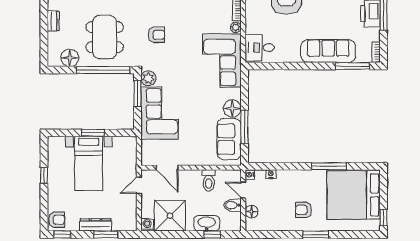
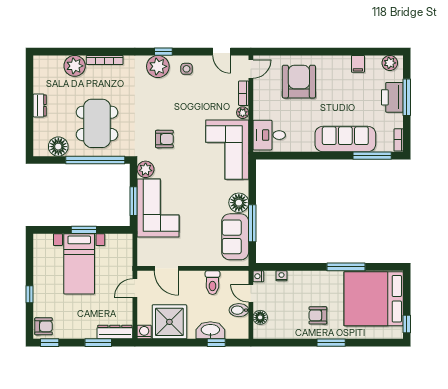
armchair: (157, 35) -> (164, 139), moved
window: (138, 94) -> (133, 201), moved
window: (44, 175) -> (30, 294), moved
dresser: (96, 225) -> (115, 332), moved

